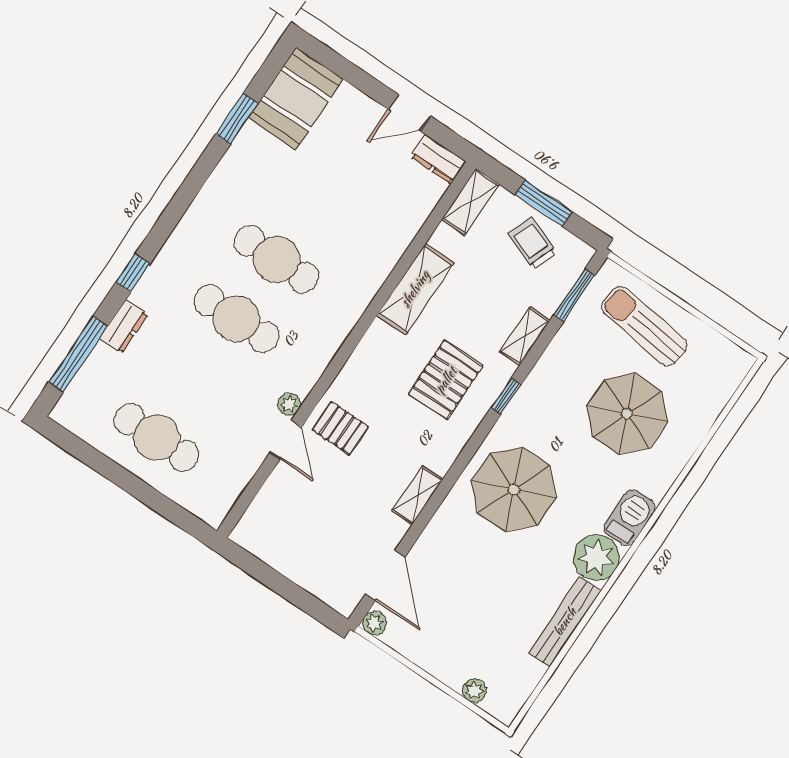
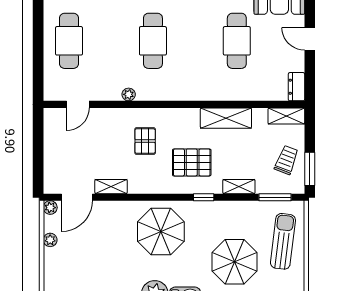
door: (409, 113) -> (310, 39), moved
window: (544, 203) -> (310, 169), moved
cafe table: (277, 259) -> (237, 41), moved
pallet: (341, 428) -> (145, 141), moved
door: (286, 440) -> (78, 104), moved
shelving: (418, 495) -> (111, 187), moved
plant: (474, 691) -> (50, 240), moved

